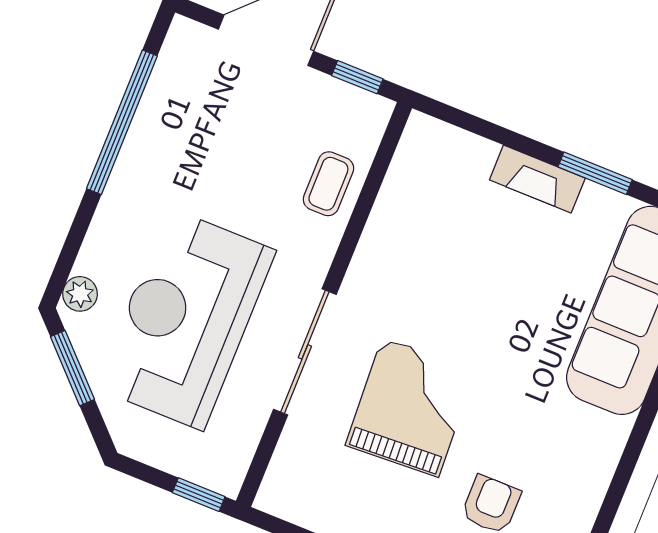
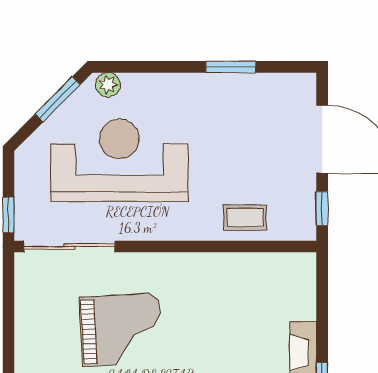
window: (122, 122) -> (231, 67), width x0.47
sliding door: (305, 352) -> (69, 247), moved

